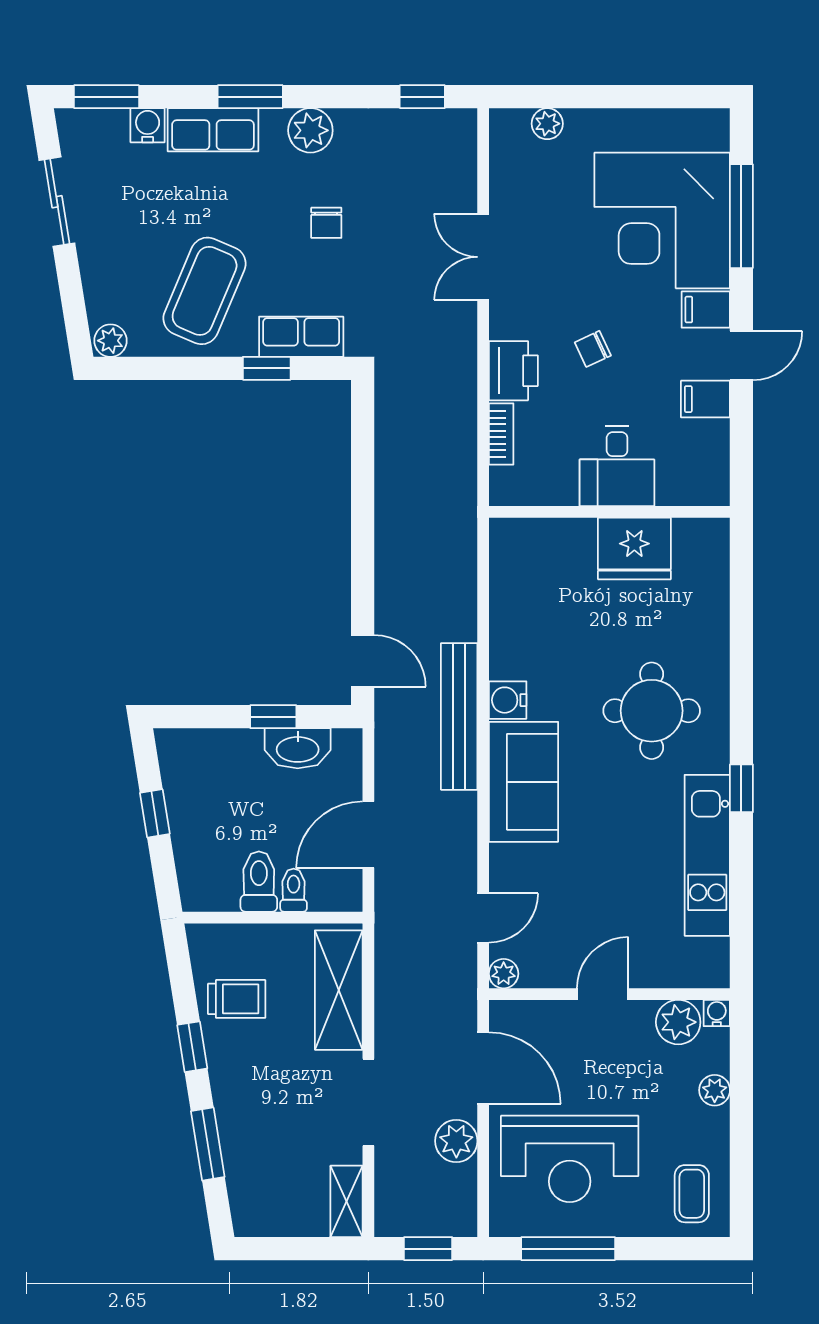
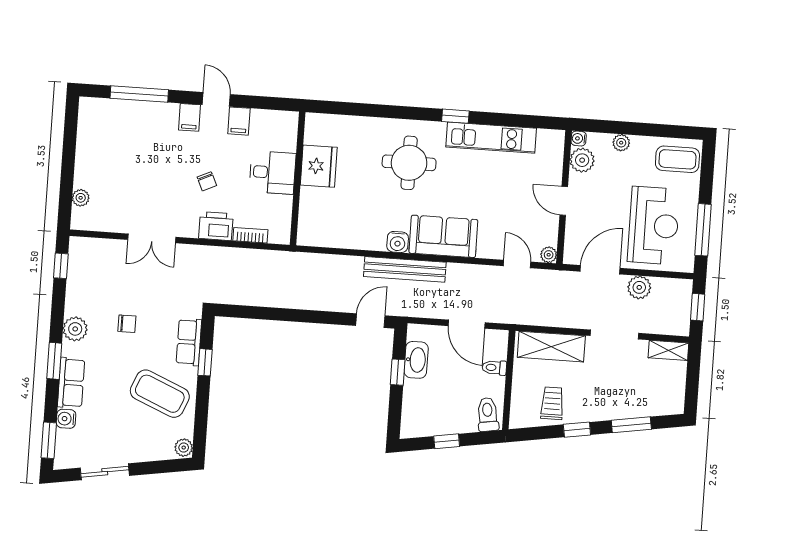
corner desk: (662, 220) -> (139, 138), removed
toilet: (259, 882) -> (488, 414), moved, turned 81
coffee table: (692, 1194) -> (677, 159), width x1.36, depth x1.30

